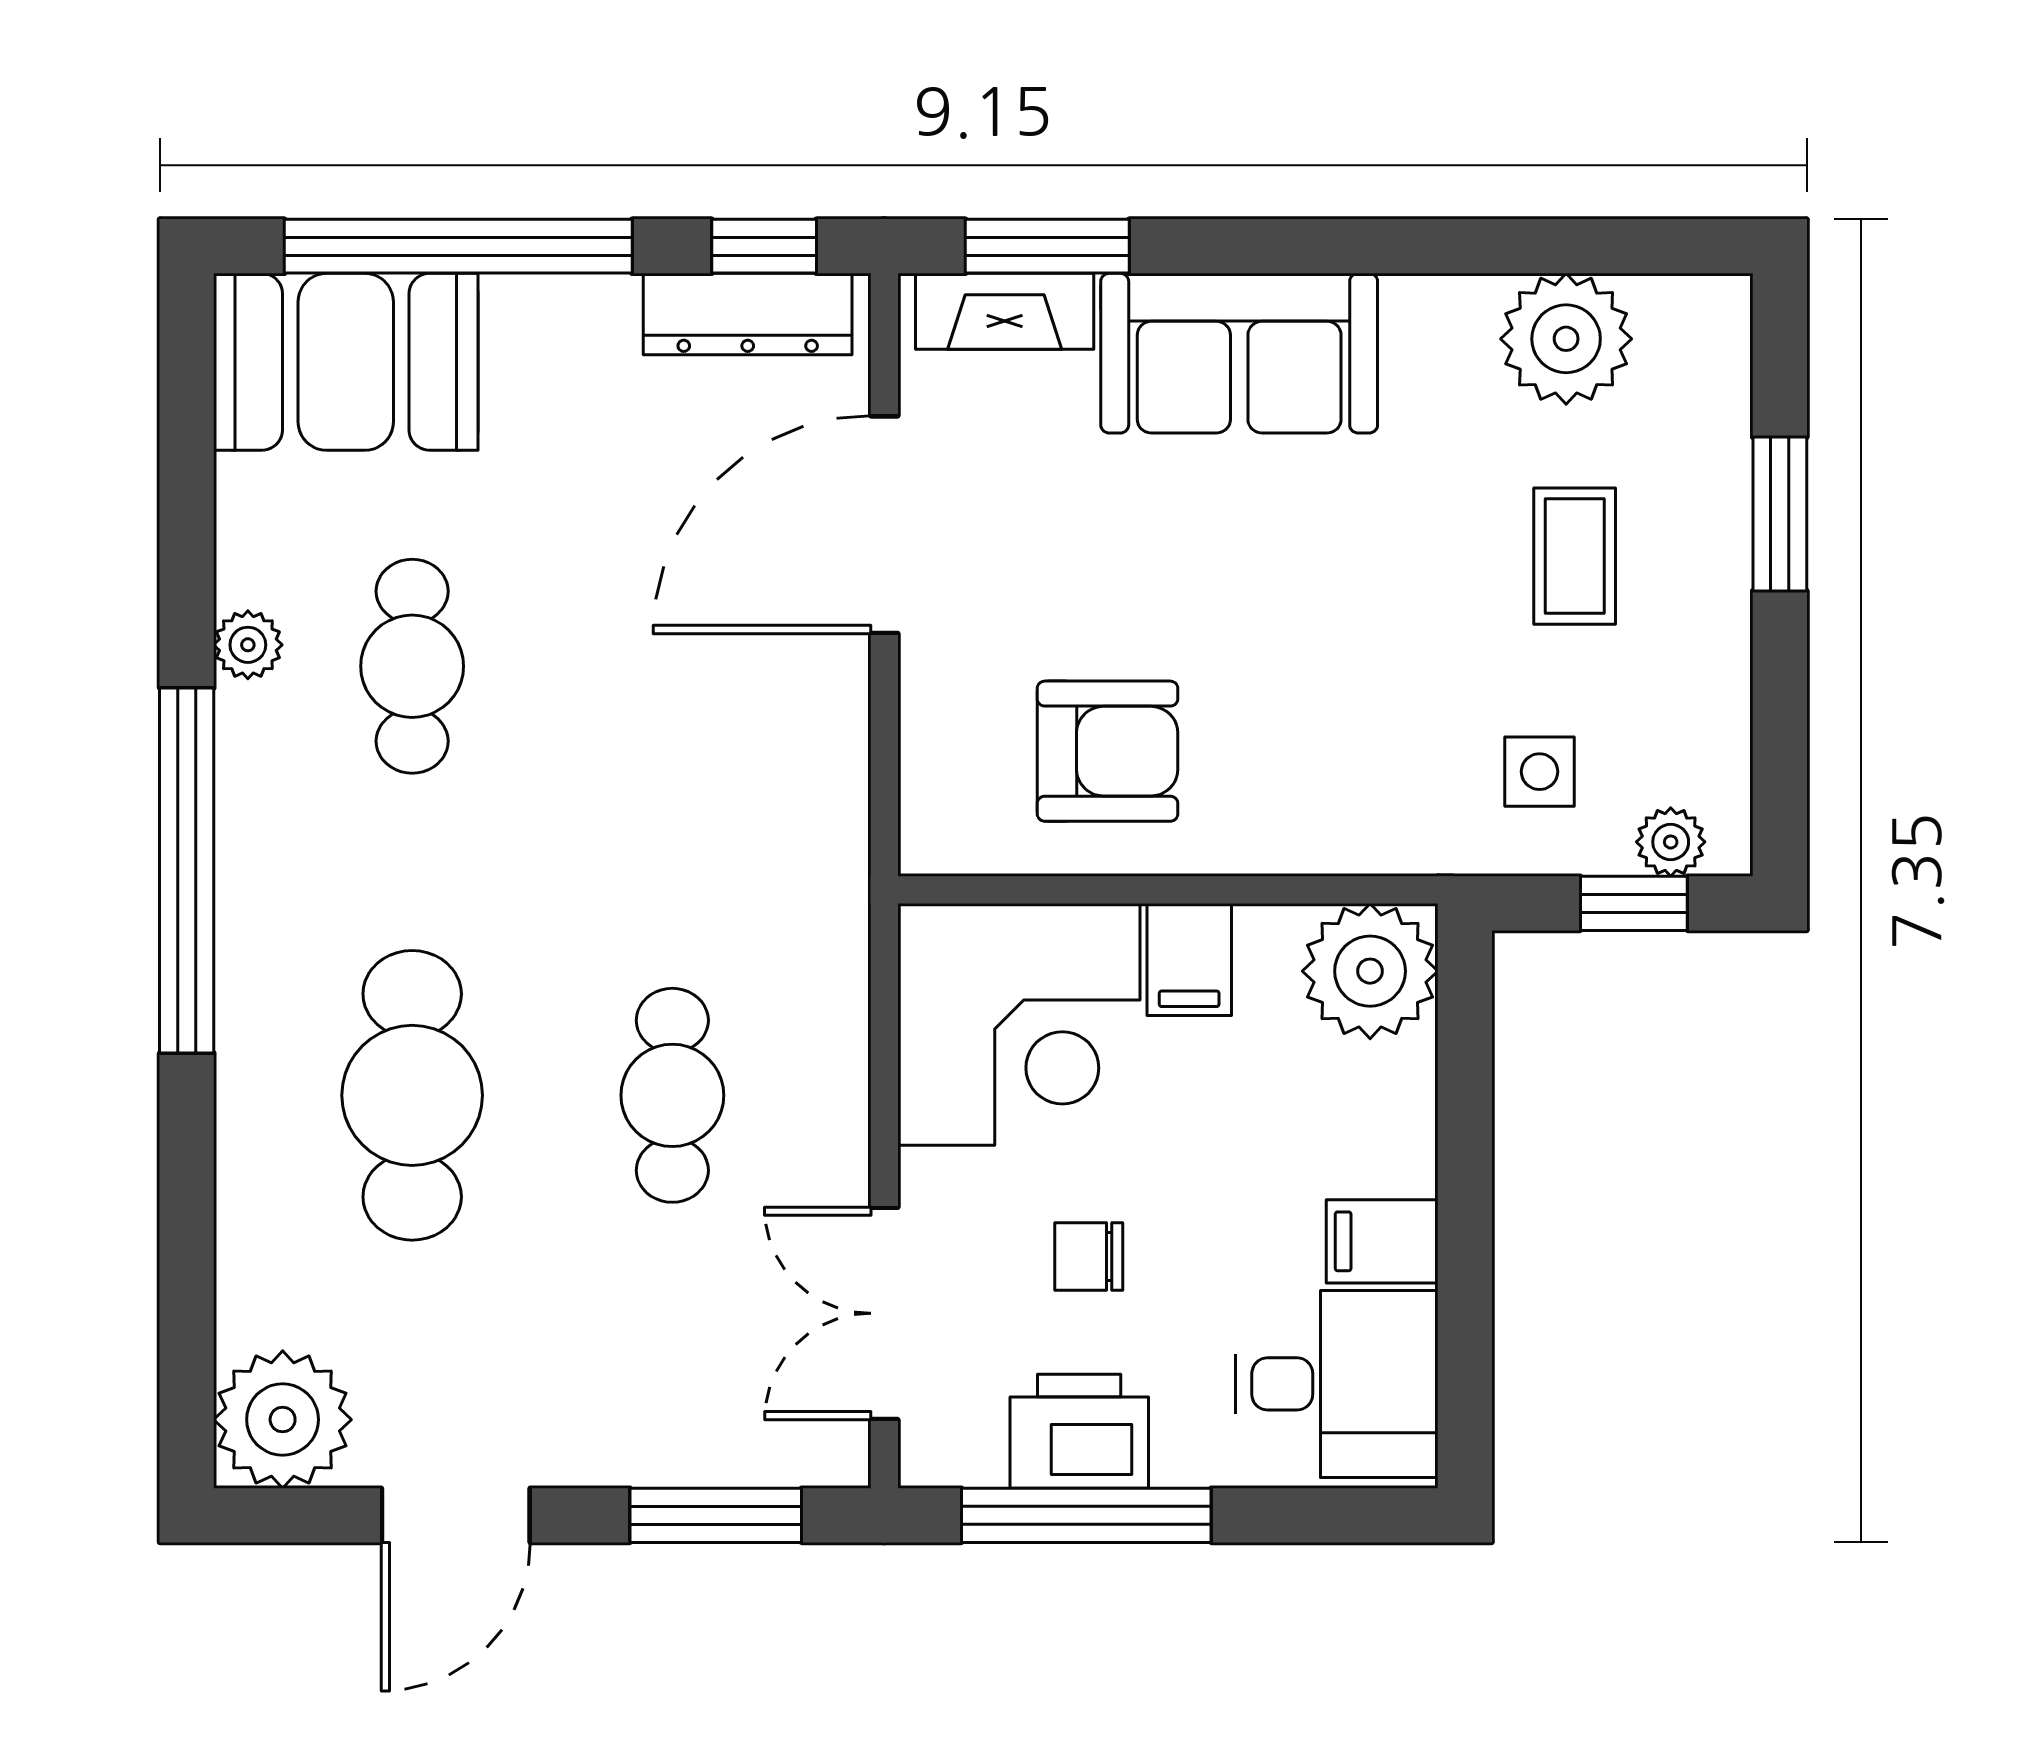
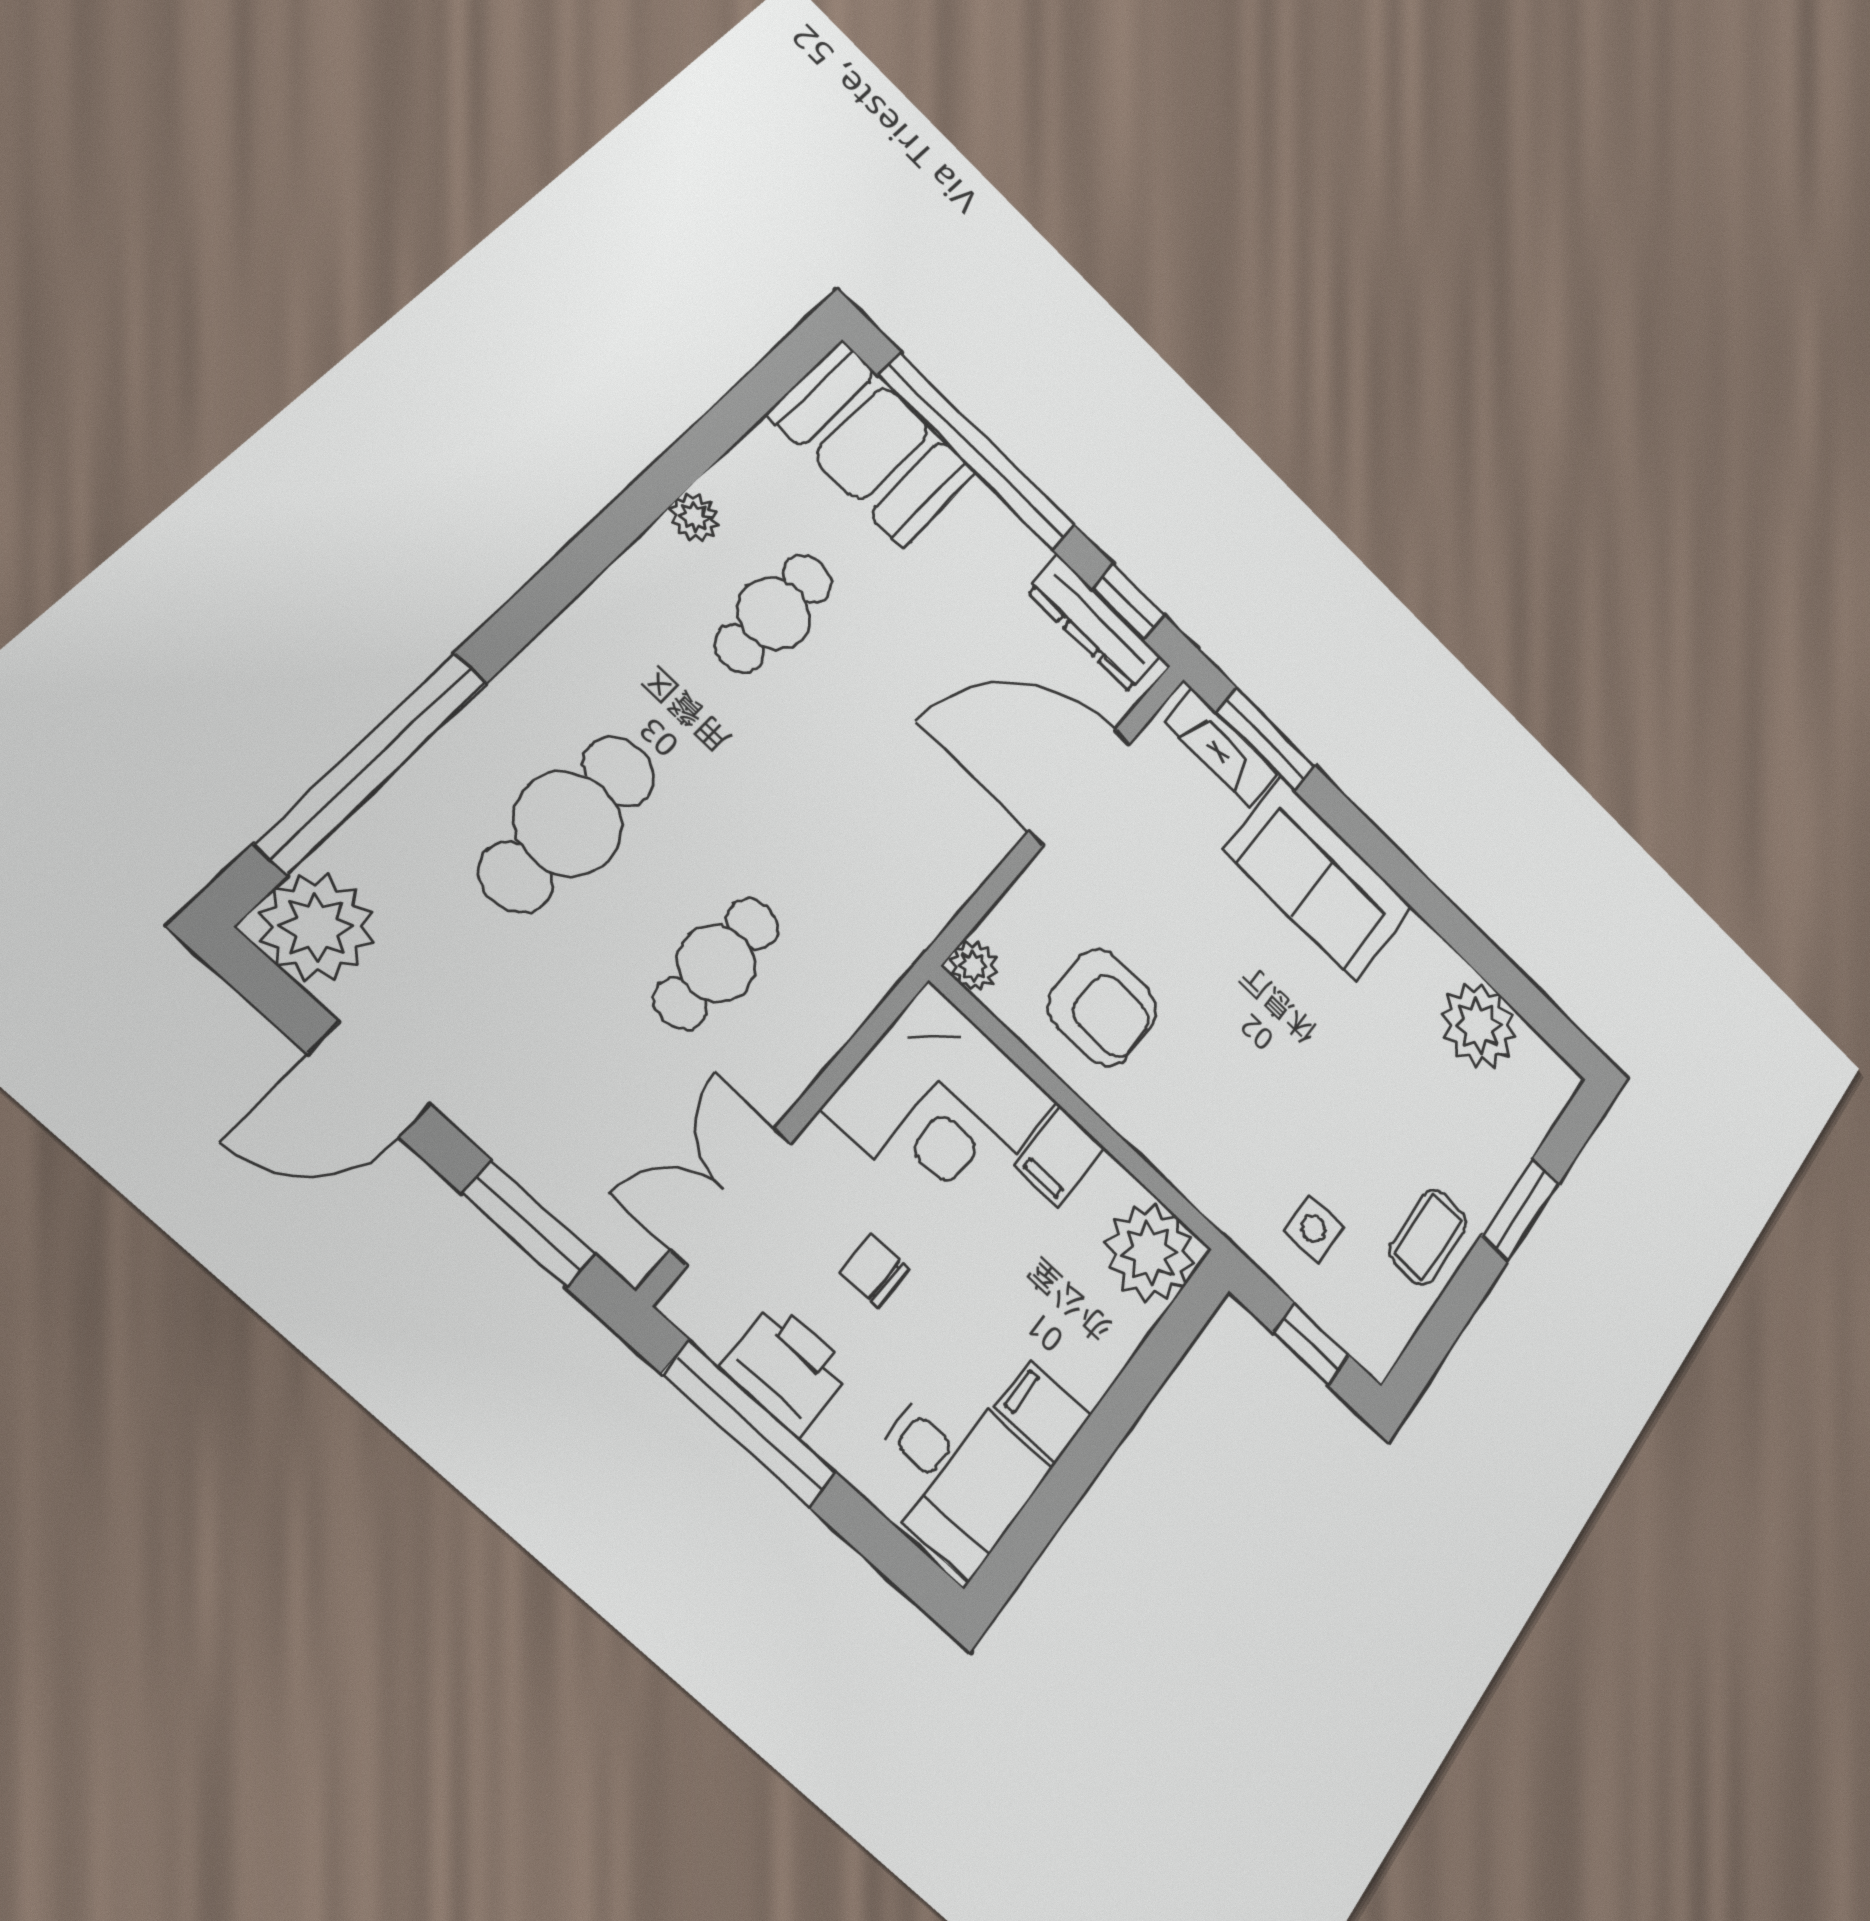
coffee table: (1575, 556) -> (1428, 1237), moved
plant: (1671, 842) -> (973, 966), moved
window: (187, 871) -> (373, 761), moved

